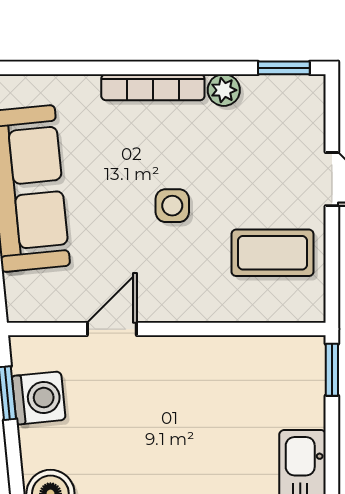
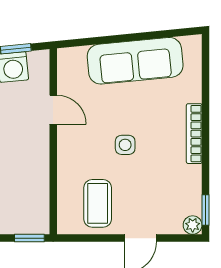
plant: (224, 90) -> (193, 225), moved

